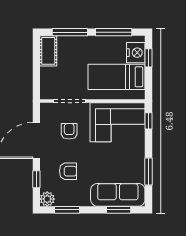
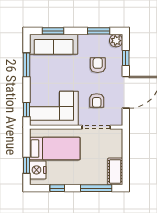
window: (114, 32) -> (57, 188), width x0.46
armchair: (68, 171) -> (98, 65), turned 90

